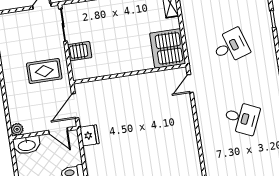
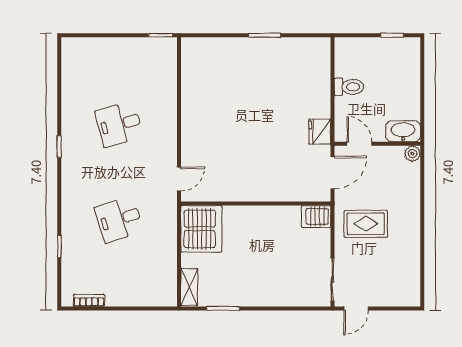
server rack: (80, 51) -> (316, 216), moved
desk: (242, 118) -> (119, 124), turned -39

